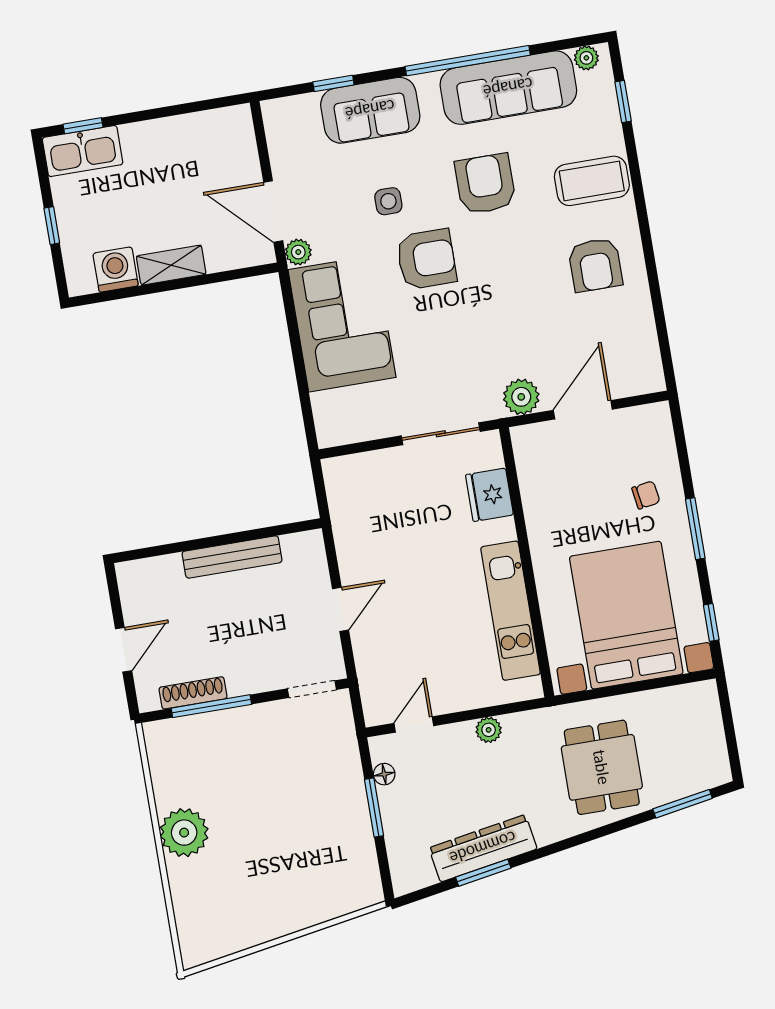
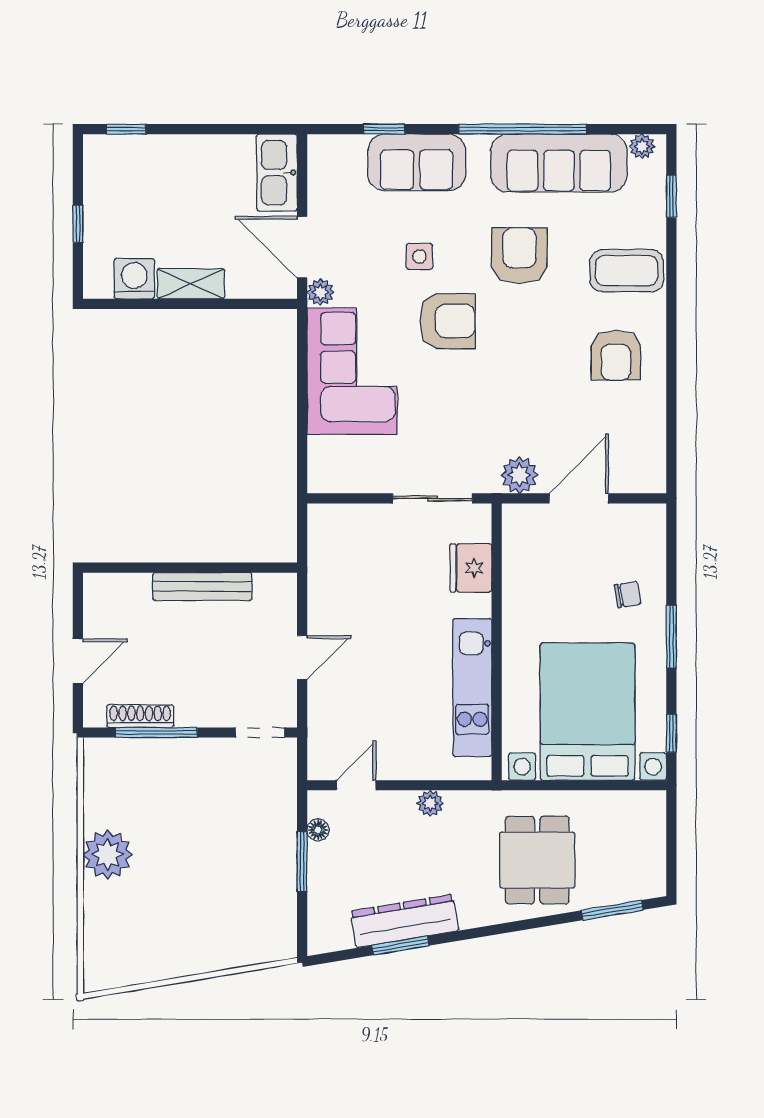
kitchen sink: (83, 151) -> (277, 173), moved, turned 90

